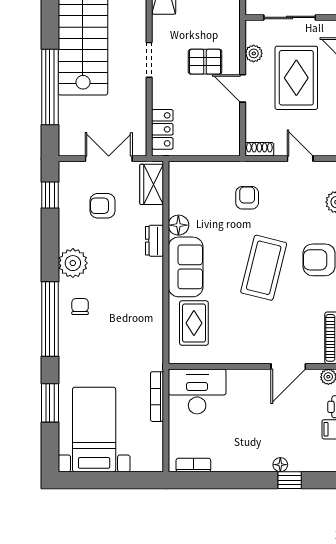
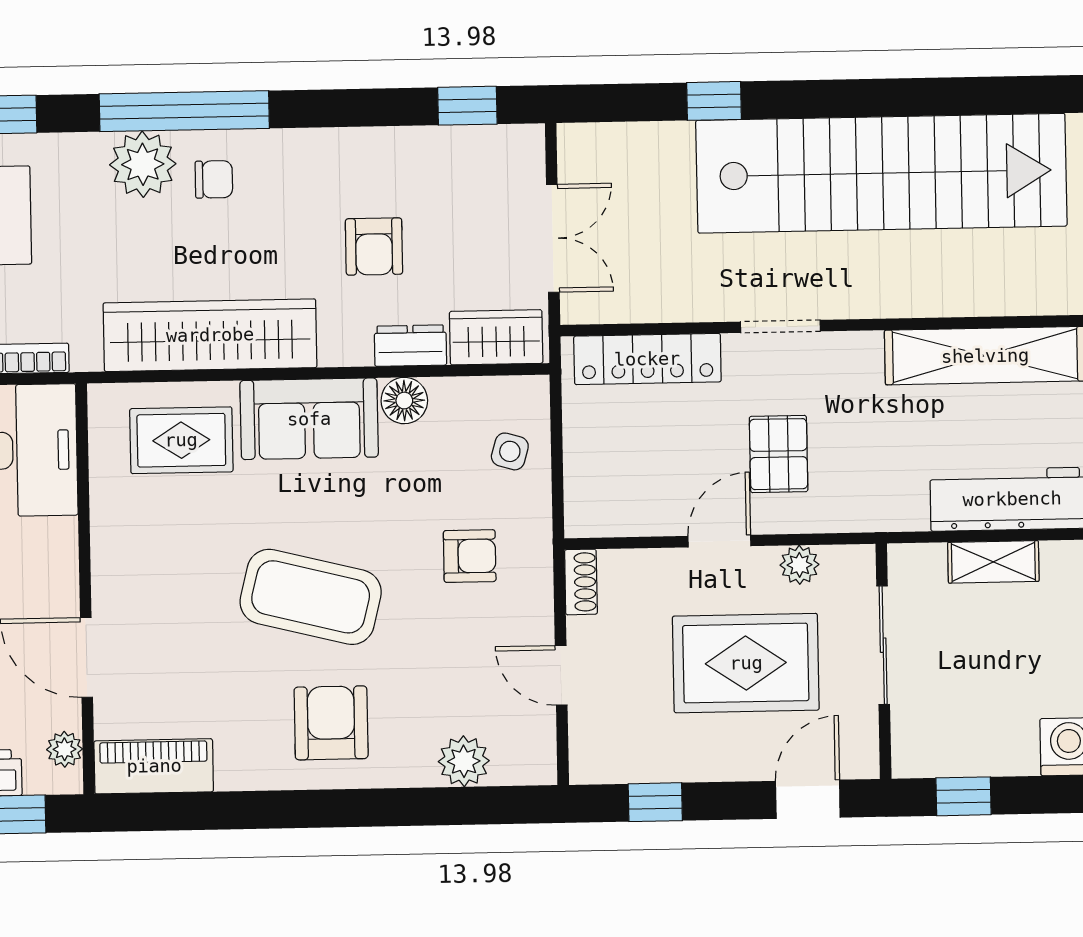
window: (50, 87) -> (714, 101), width x0.32
locker: (162, 129) -> (647, 359), width x1.53
door: (300, 159) -> (561, 675), swing flipped
side table: (202, 179) -> (510, 451), added
armchair: (102, 206) -> (374, 246), moved, turned 180
dresser: (154, 241) -> (410, 346), moved
plant: (73, 263) -> (143, 164), moved
wardrobe: (148, 310) -> (210, 335), added

